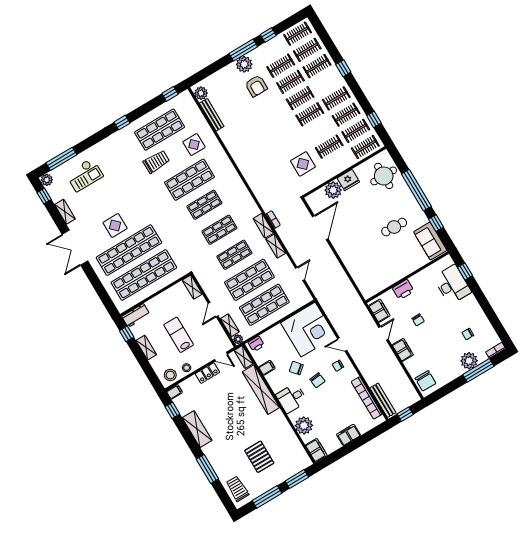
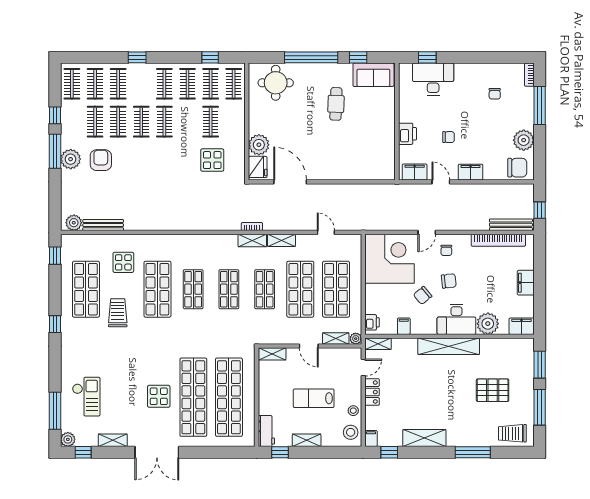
armchair: (256, 86) -> (101, 160), turned -90
fridge: (348, 180) -> (258, 167), moved
plant: (469, 361) -> (524, 140), moved
shelving: (261, 390) -> (449, 346), moved
desk: (292, 398) -> (456, 319), width x1.37

